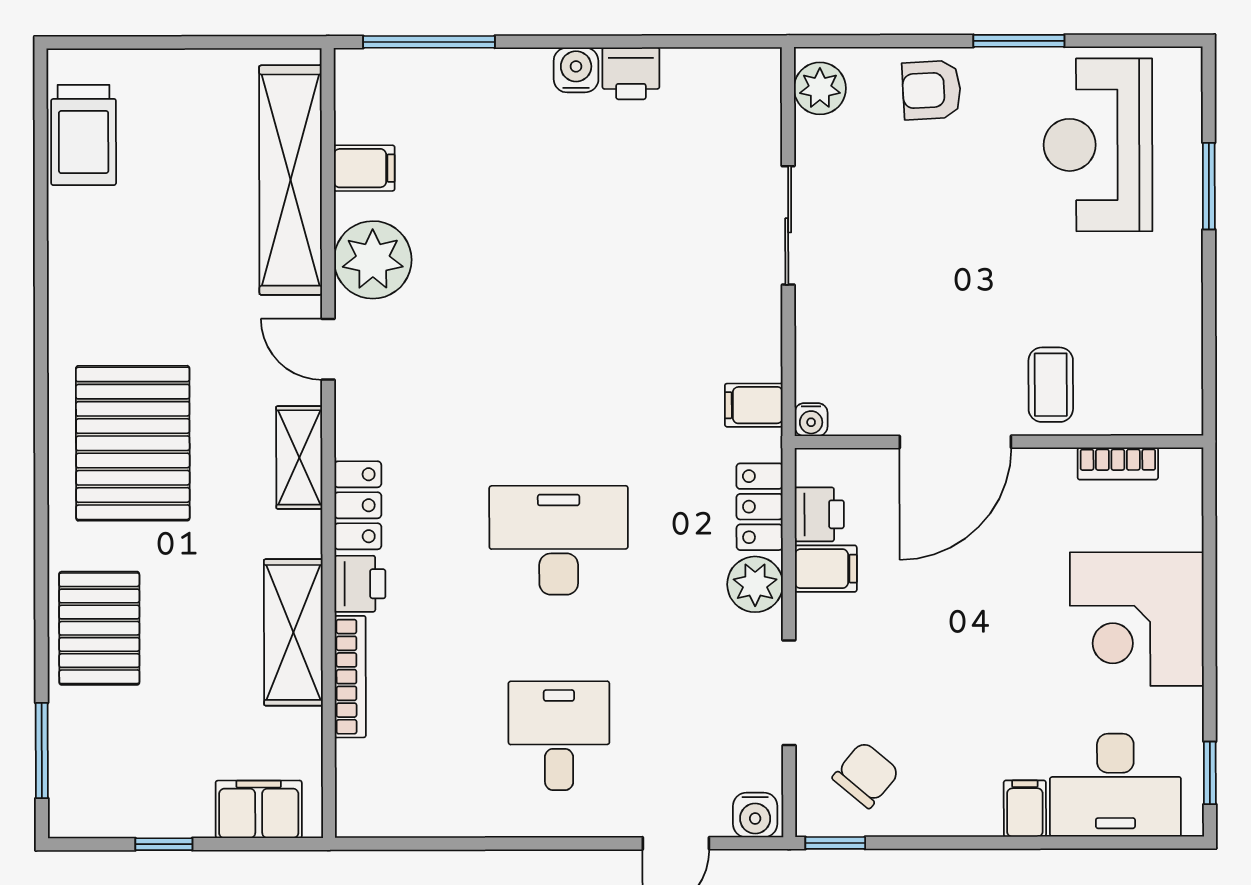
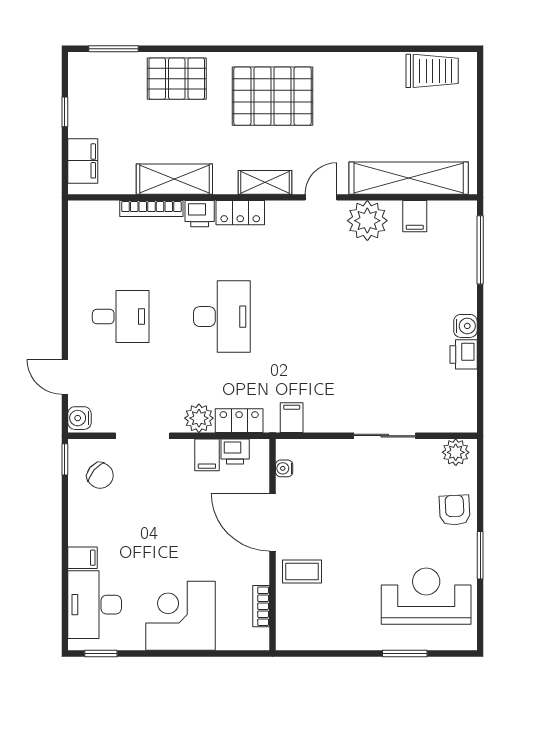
trolley: (84, 135) -> (432, 71), turned 180
water cooler: (811, 420) -> (284, 468), moved

